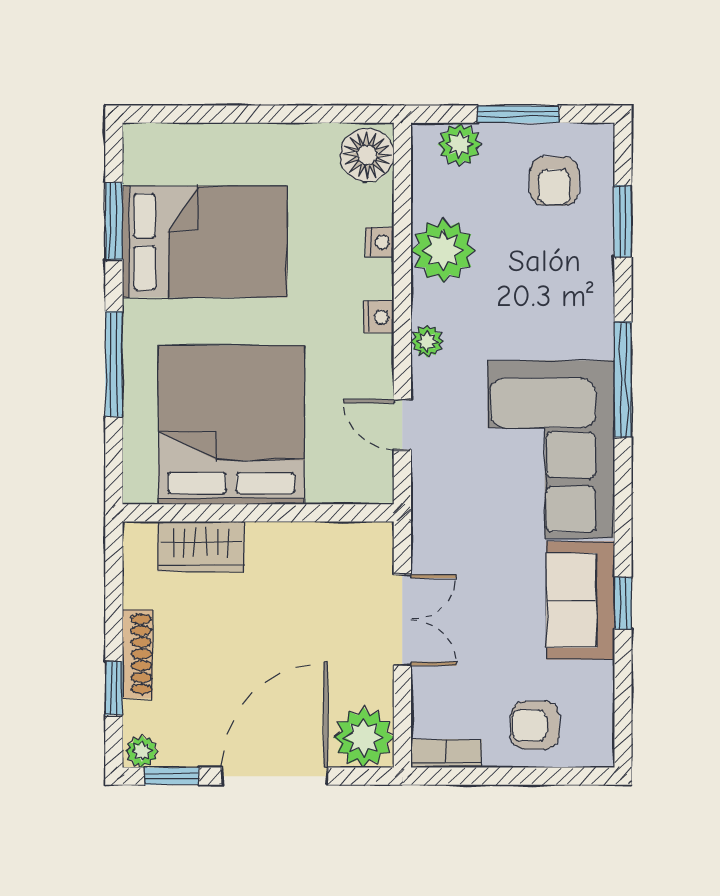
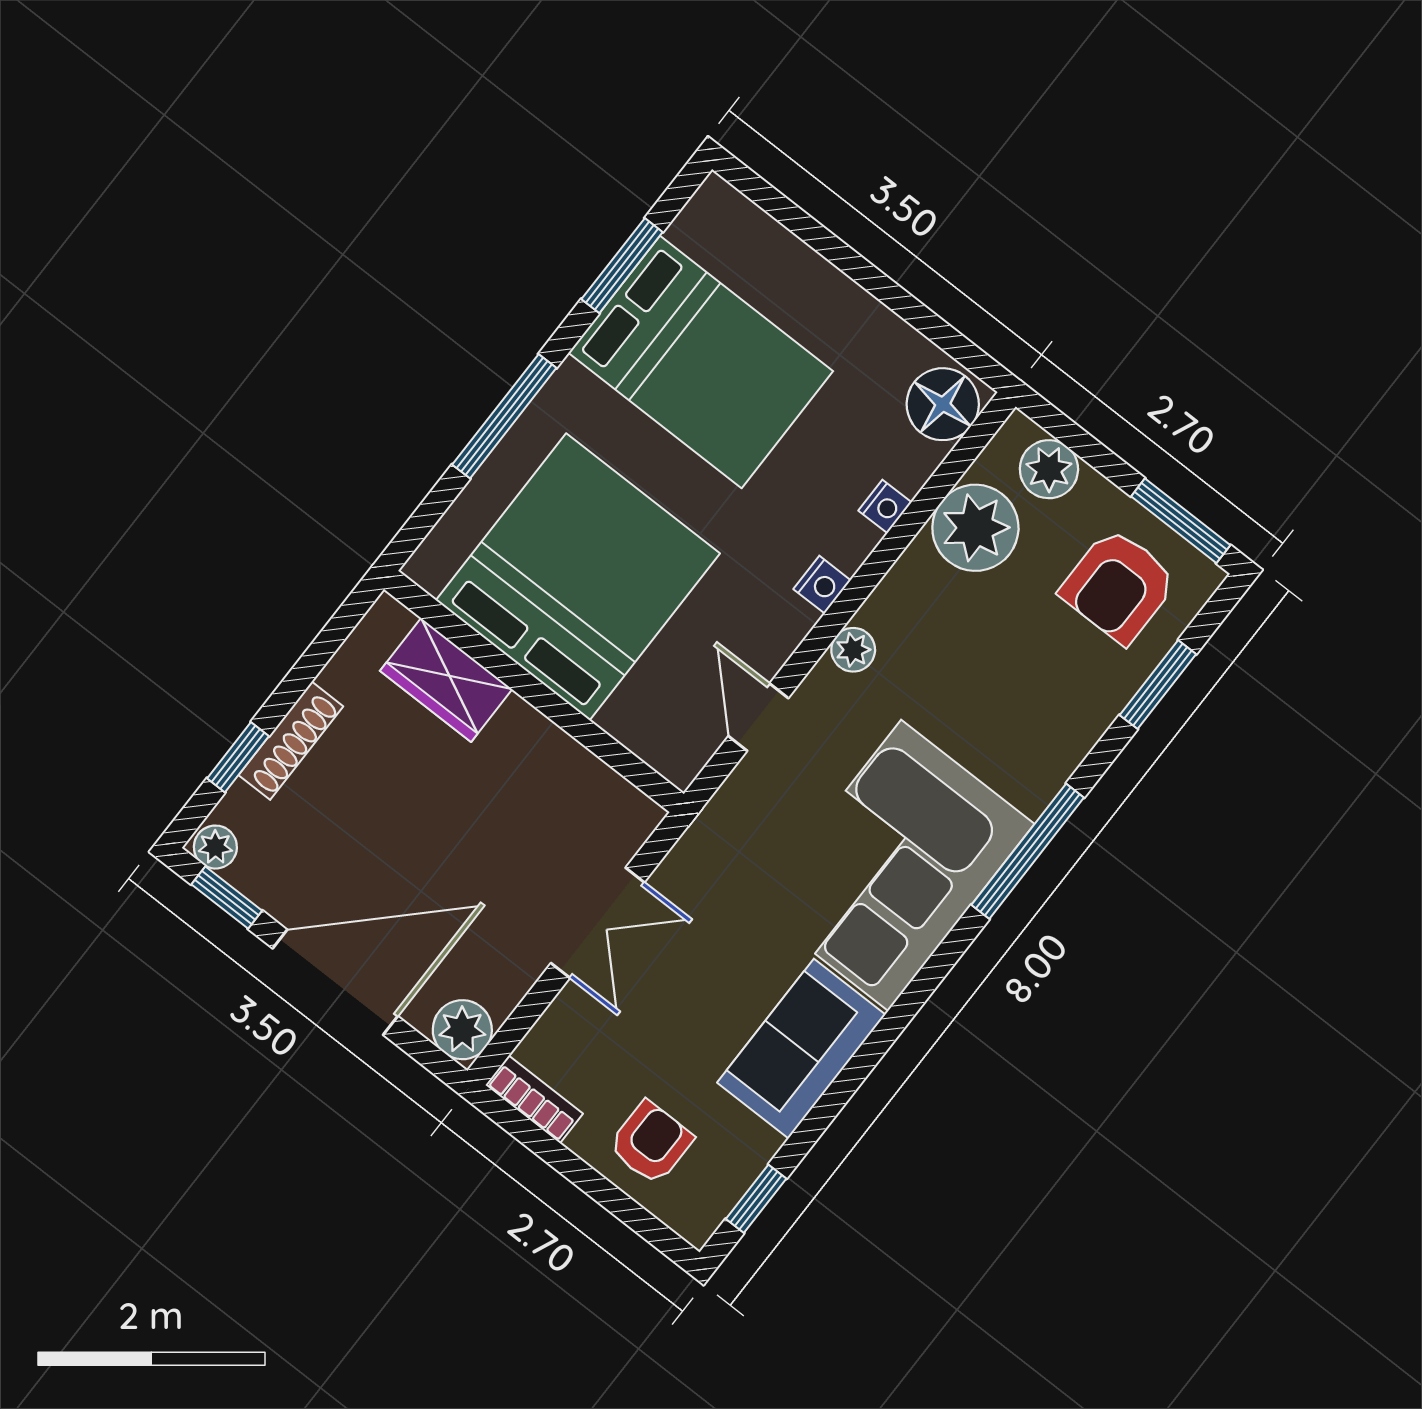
window: (518, 114) -> (1181, 521), moved
armchair: (554, 181) -> (1119, 586), width x1.38, depth x1.38
plant: (443, 250) -> (975, 528), moved
window: (623, 603) -> (756, 1199), moved
armchair: (535, 725) -> (651, 1143), turned 90
plant: (364, 737) -> (462, 1030), width x0.73, depth x0.73

